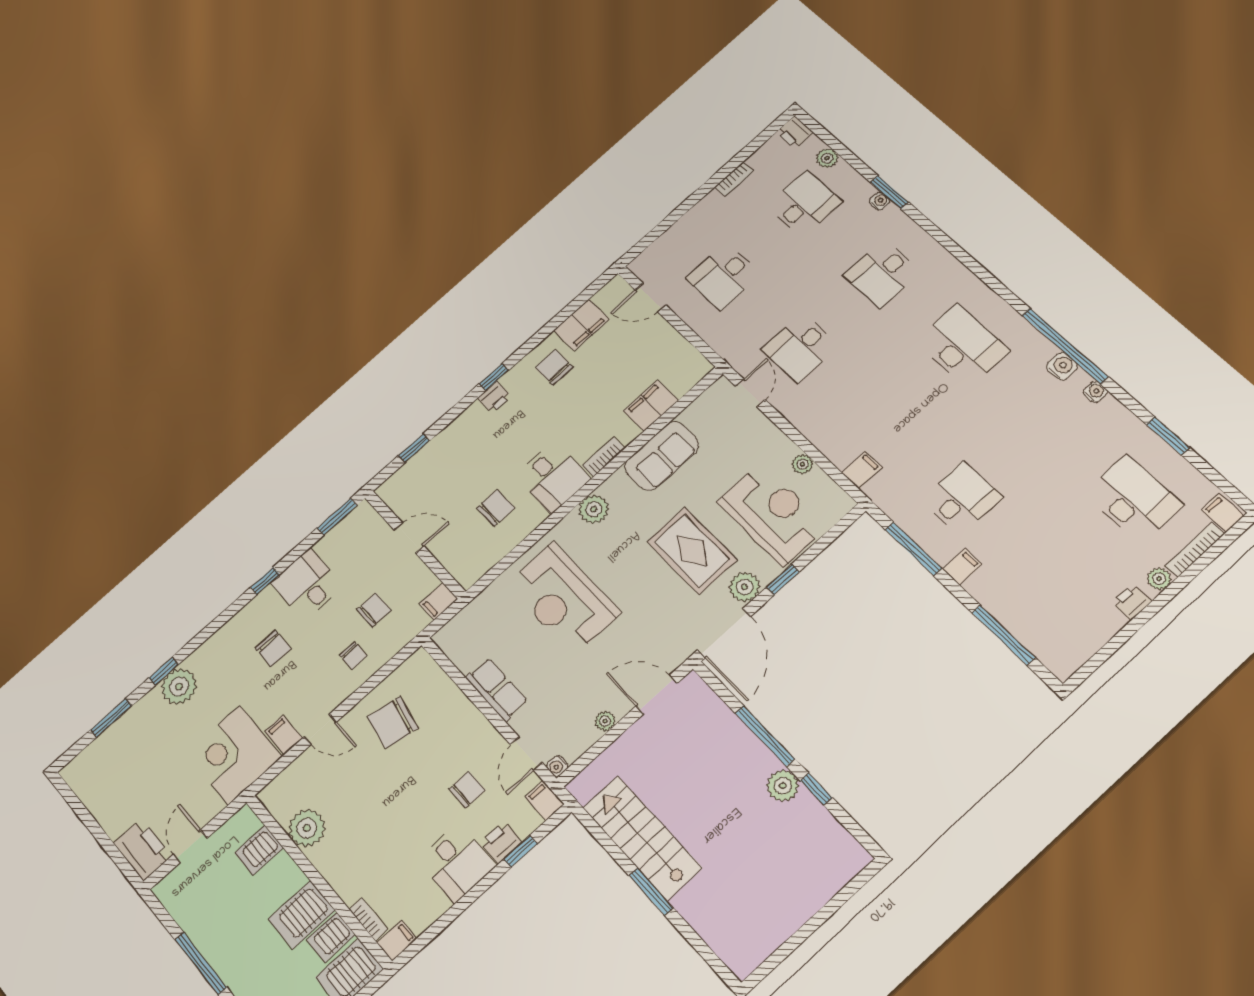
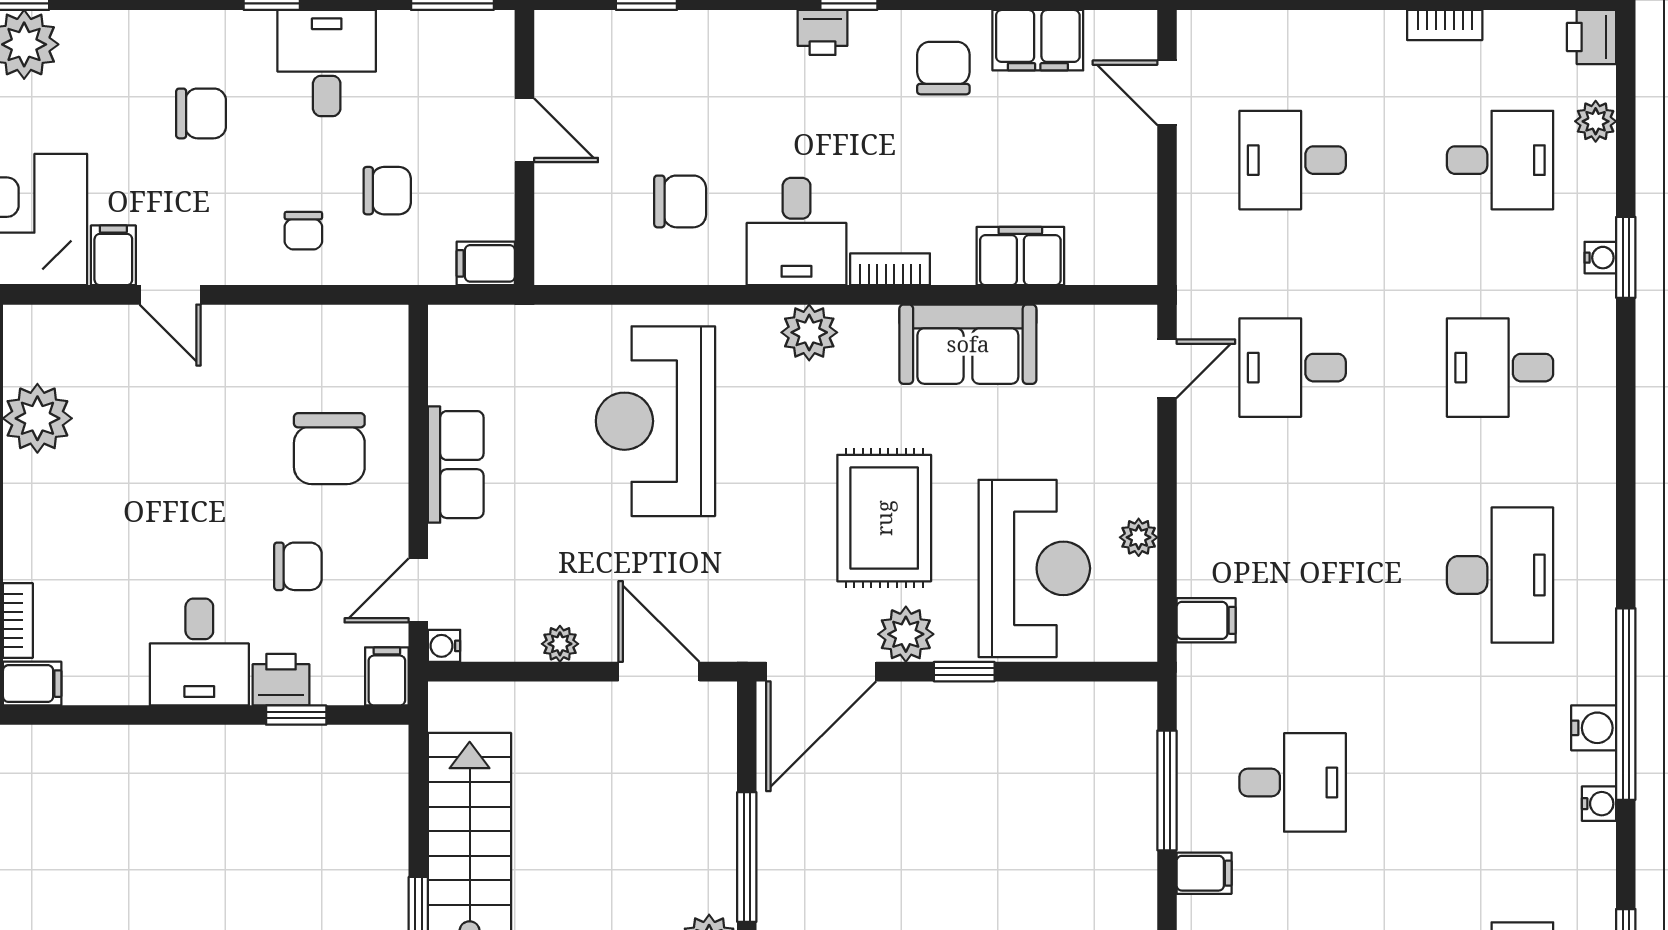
chair: (273, 648) -> (201, 113), turned -90
chair: (393, 723) -> (329, 449), moved, turned -101

